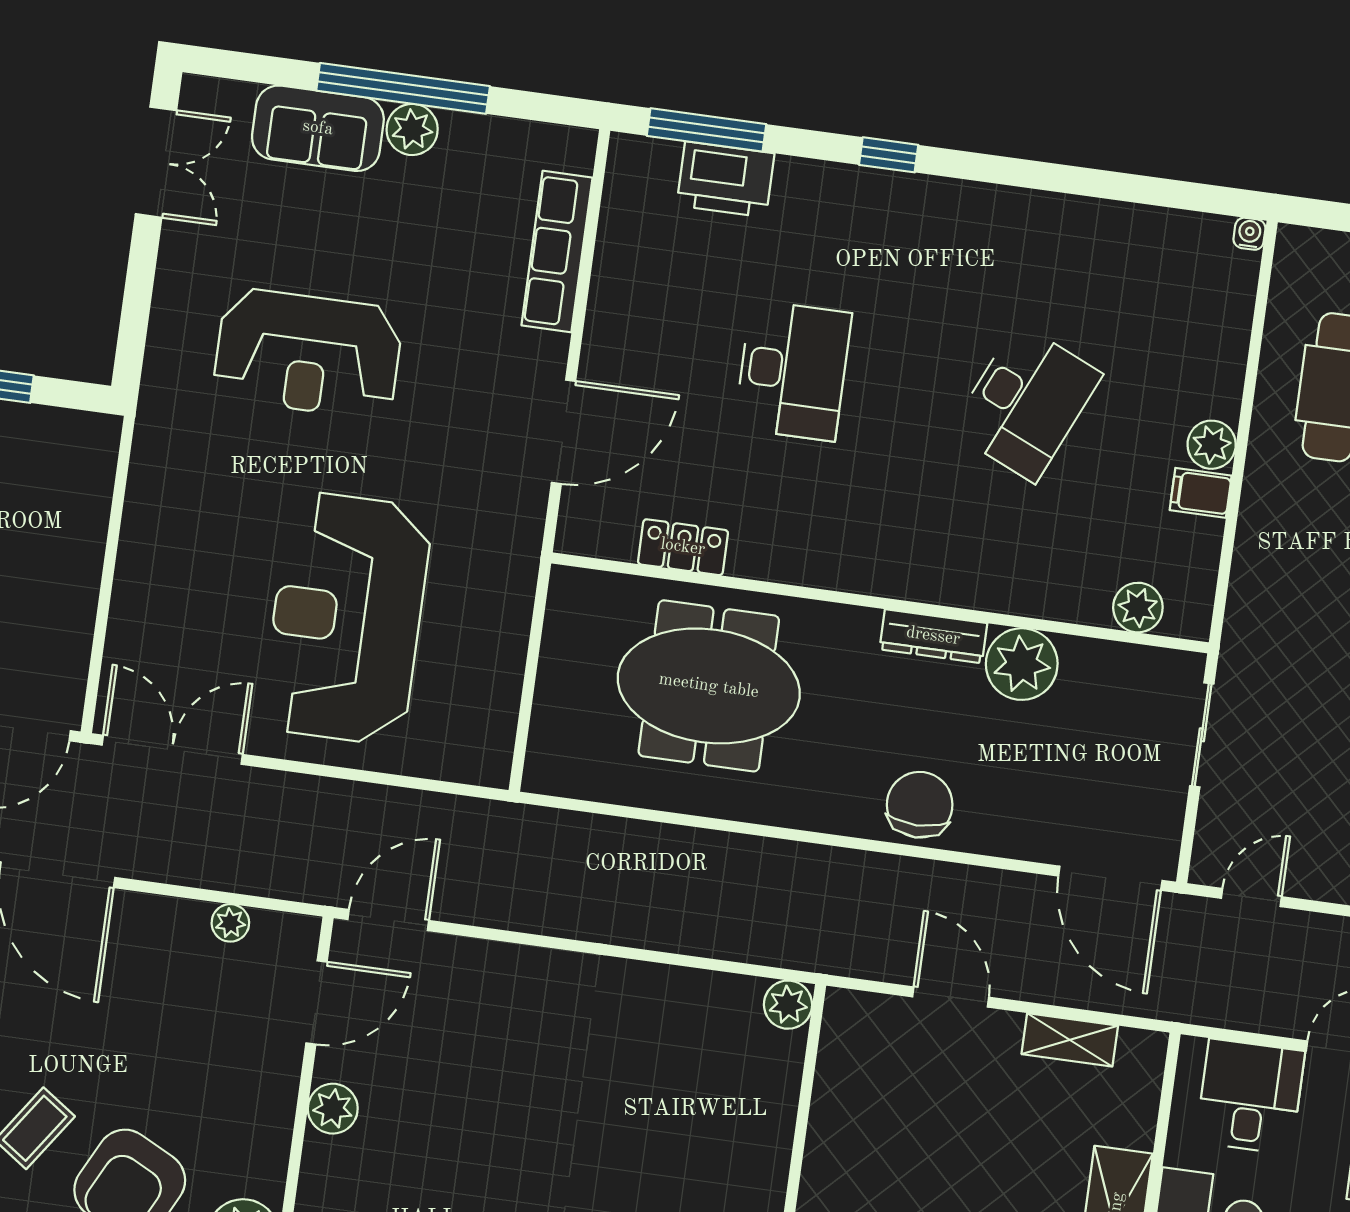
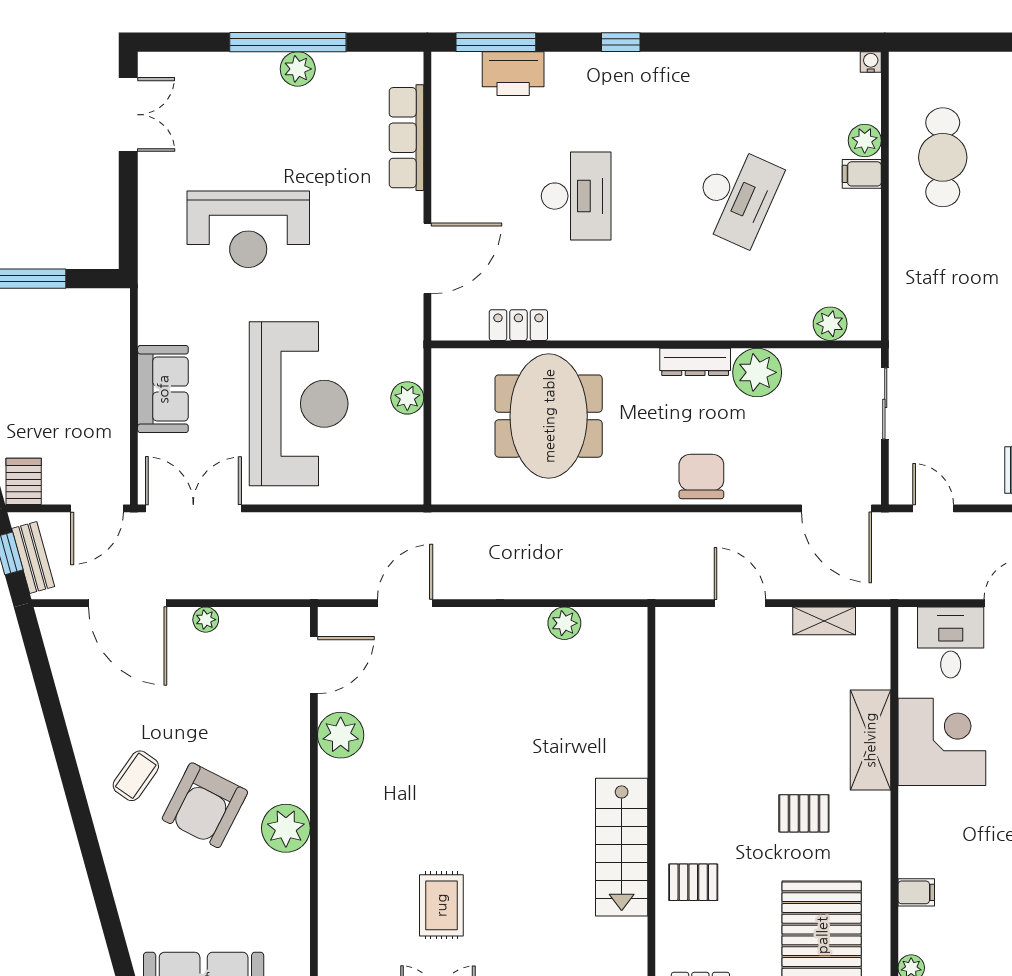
sofa: (318, 128) -> (163, 389), moved, turned -90
plant: (1212, 445) -> (865, 141), moved
filing cabinet: (1201, 493) -> (862, 174), moved
reception desk: (347, 618) -> (299, 404), turned 180
plant: (506, 631) -> (407, 398), added
meeting table: (709, 686) -> (549, 416), turned 90
door: (1251, 898) -> (933, 508), hinge flipped
door: (388, 920) -> (405, 603), moved
plant: (230, 923) -> (206, 620), moved
plant: (788, 1005) -> (564, 623), moved
plant: (333, 1109) -> (341, 735), width x1.36, depth x1.36

